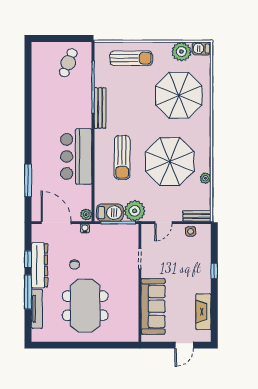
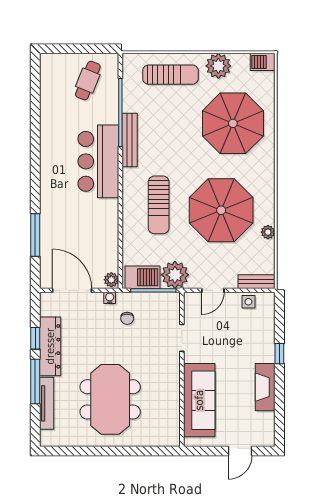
plant: (181, 52) -> (218, 66), moved
bar counter: (76, 156) -> (98, 161), moved
chair: (75, 265) -> (127, 318), moved
fireplace: (203, 312) -> (265, 387), moved

